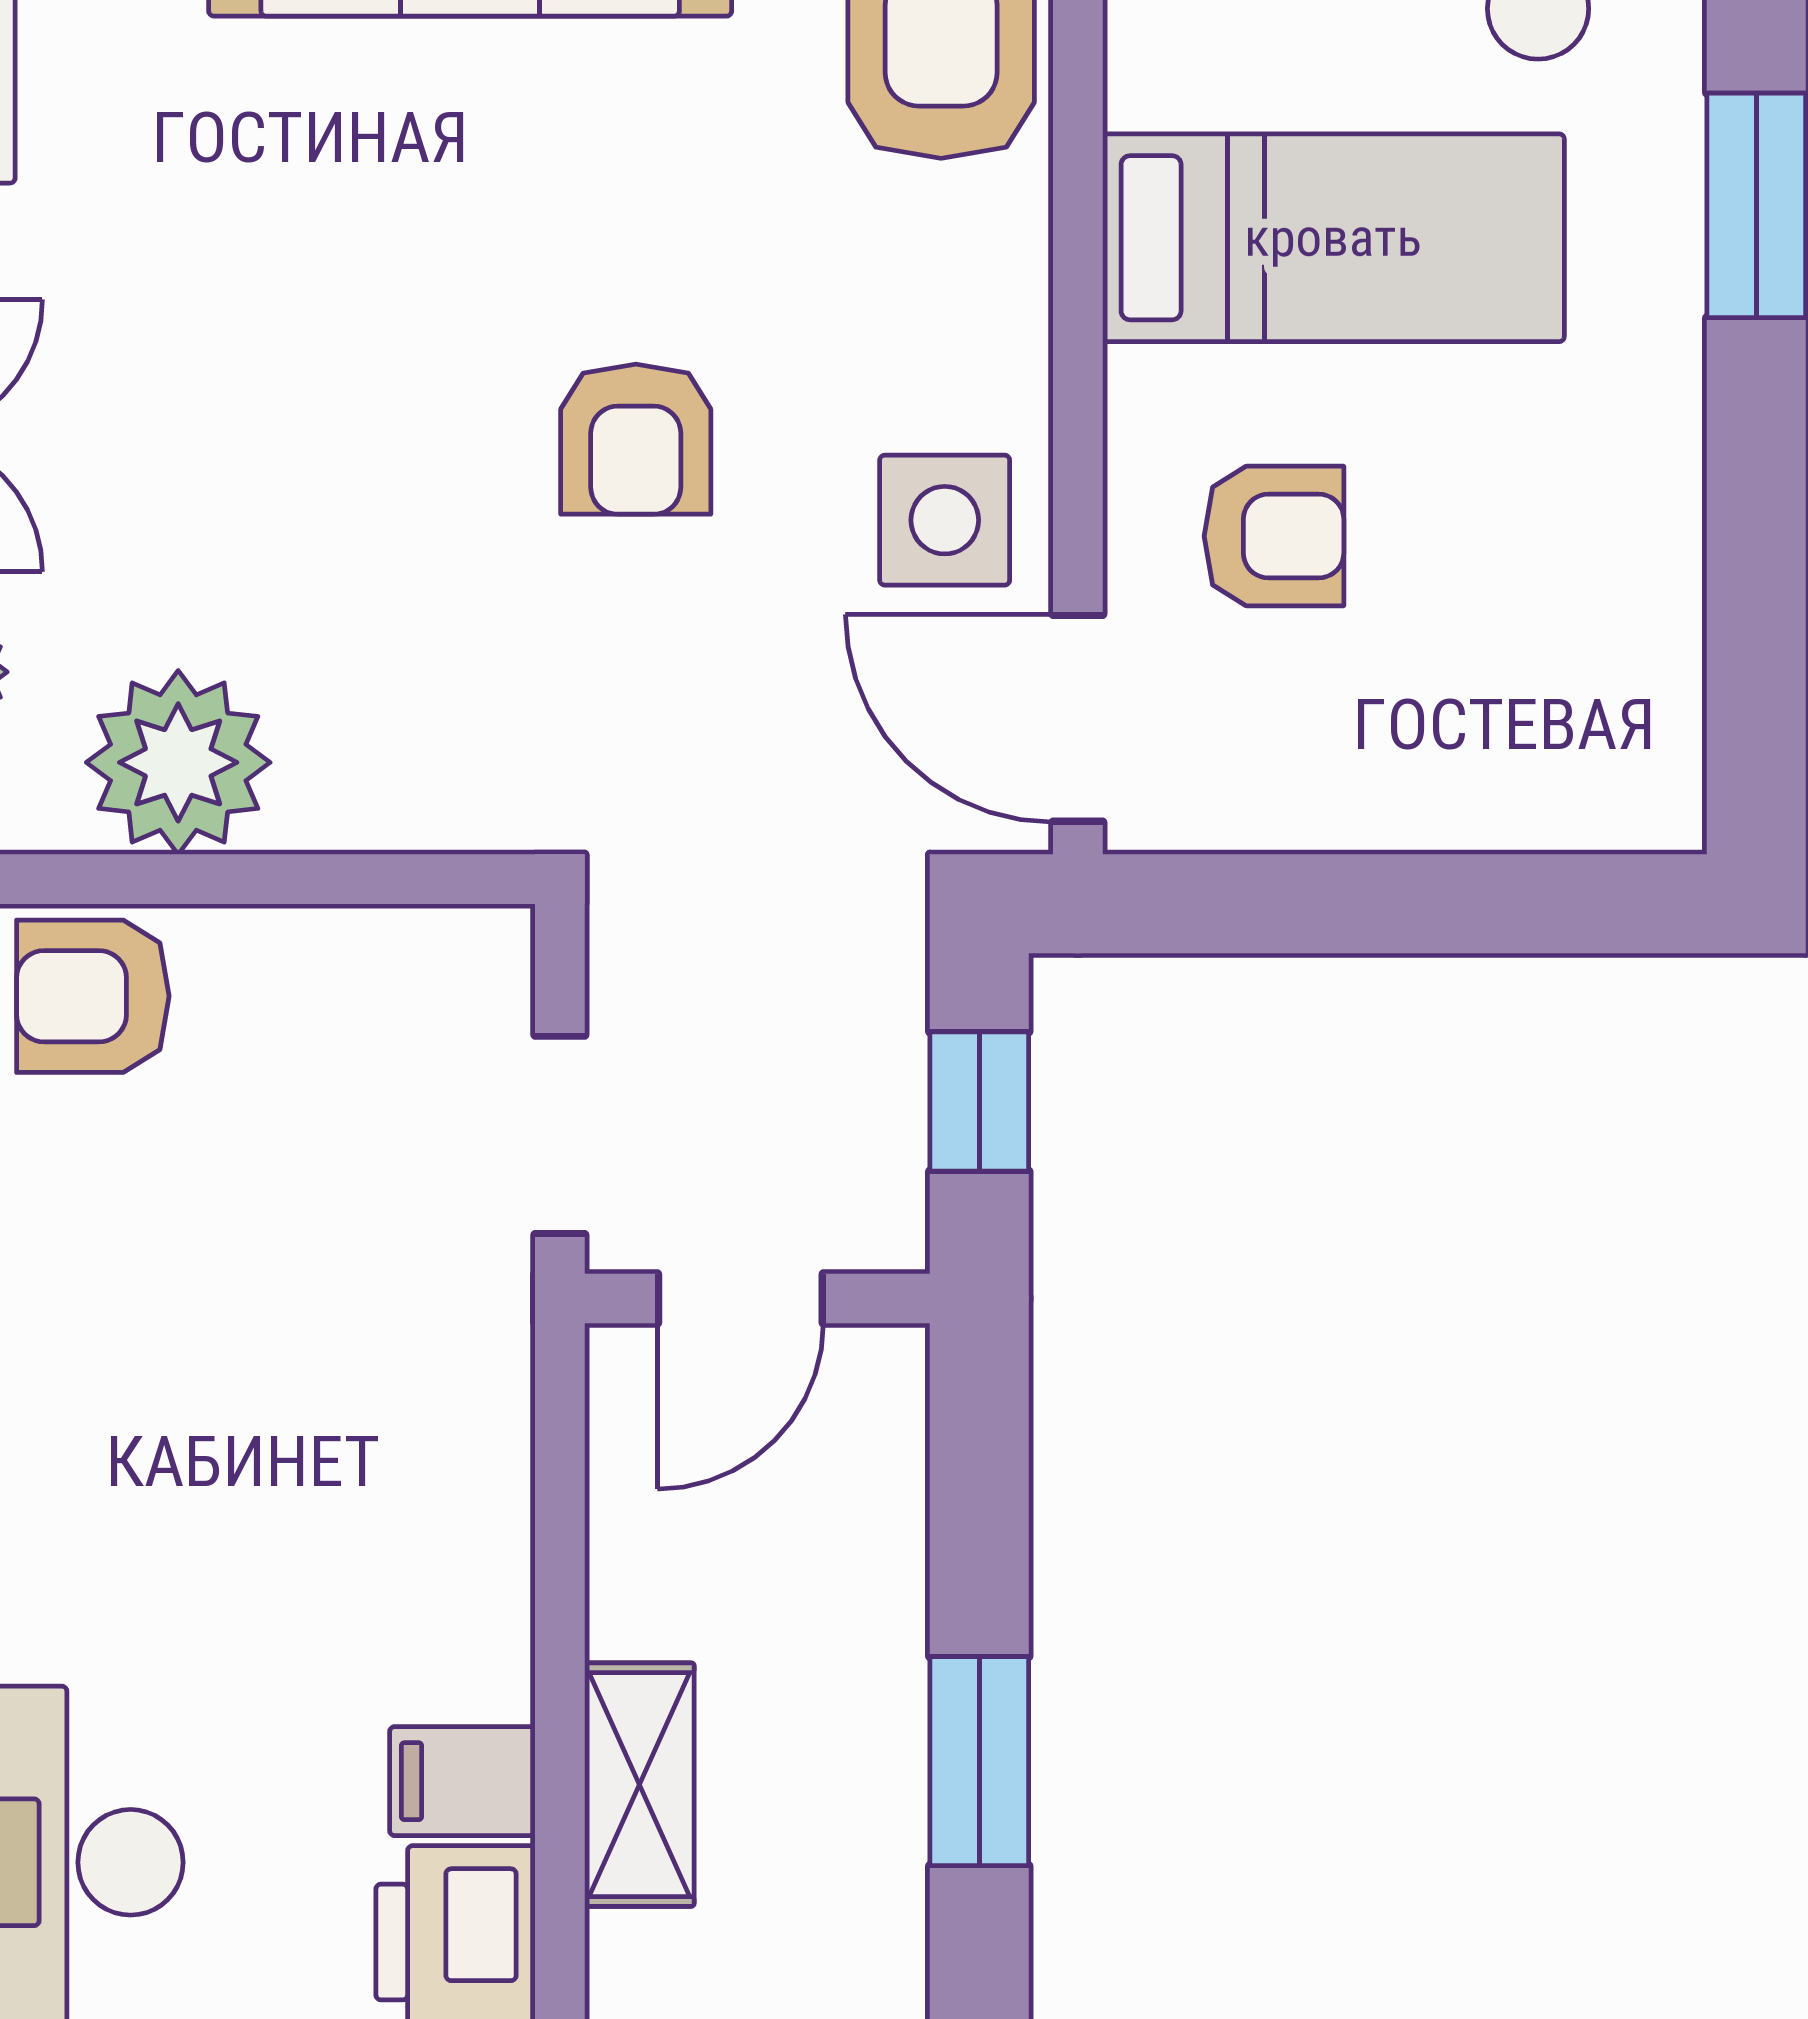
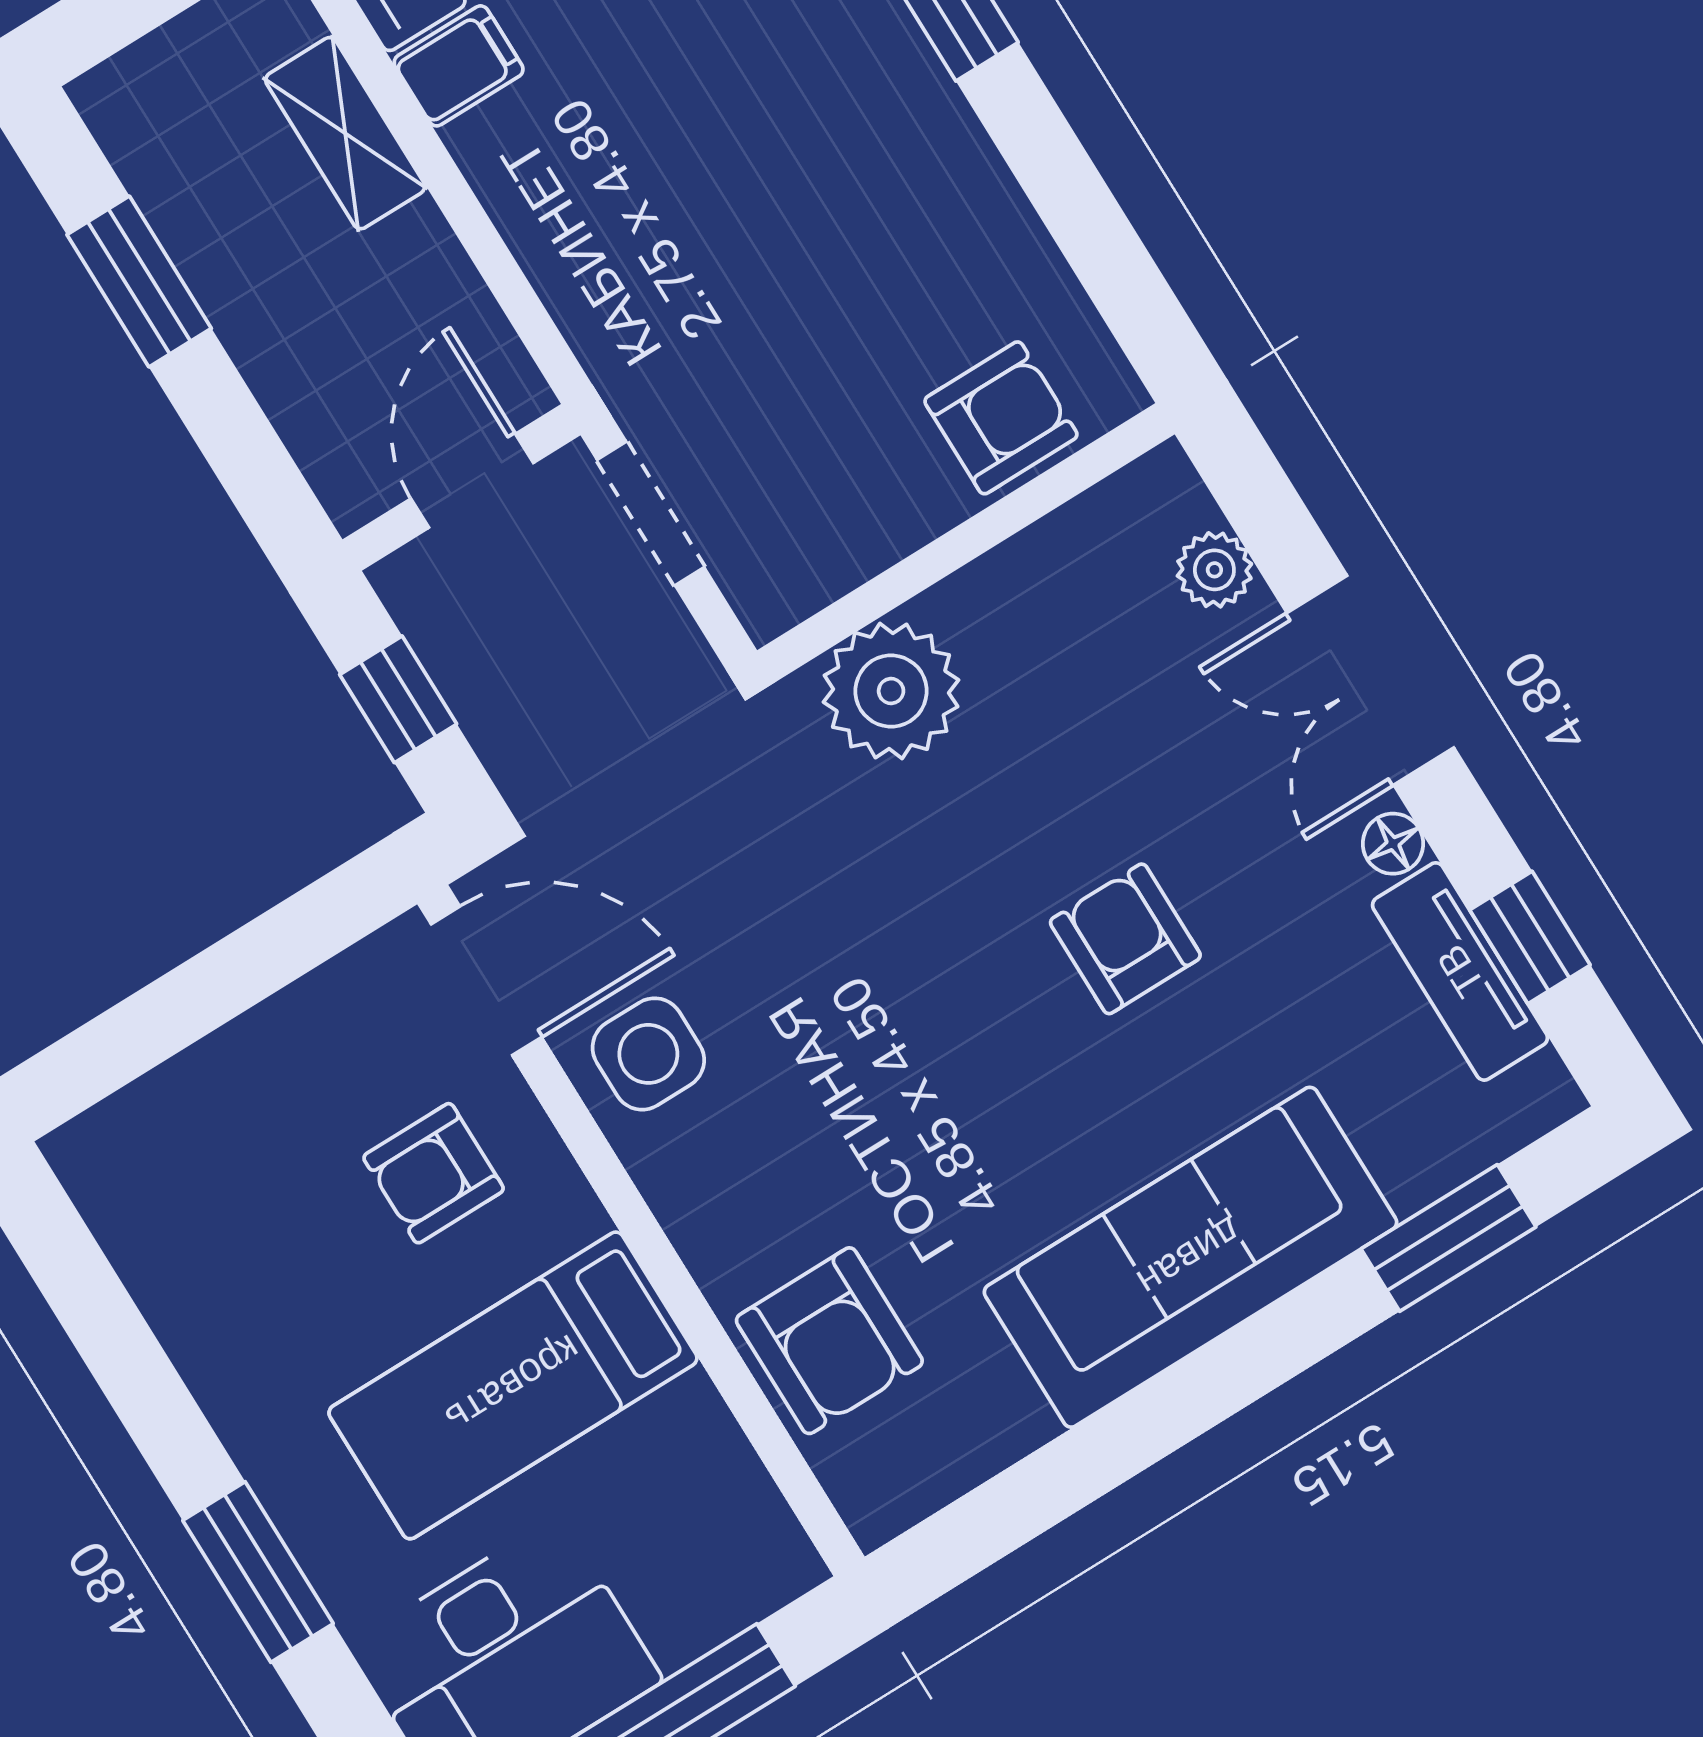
armchair: (636, 439) -> (1125, 939), moved
plant: (178, 762) -> (891, 691), moved

